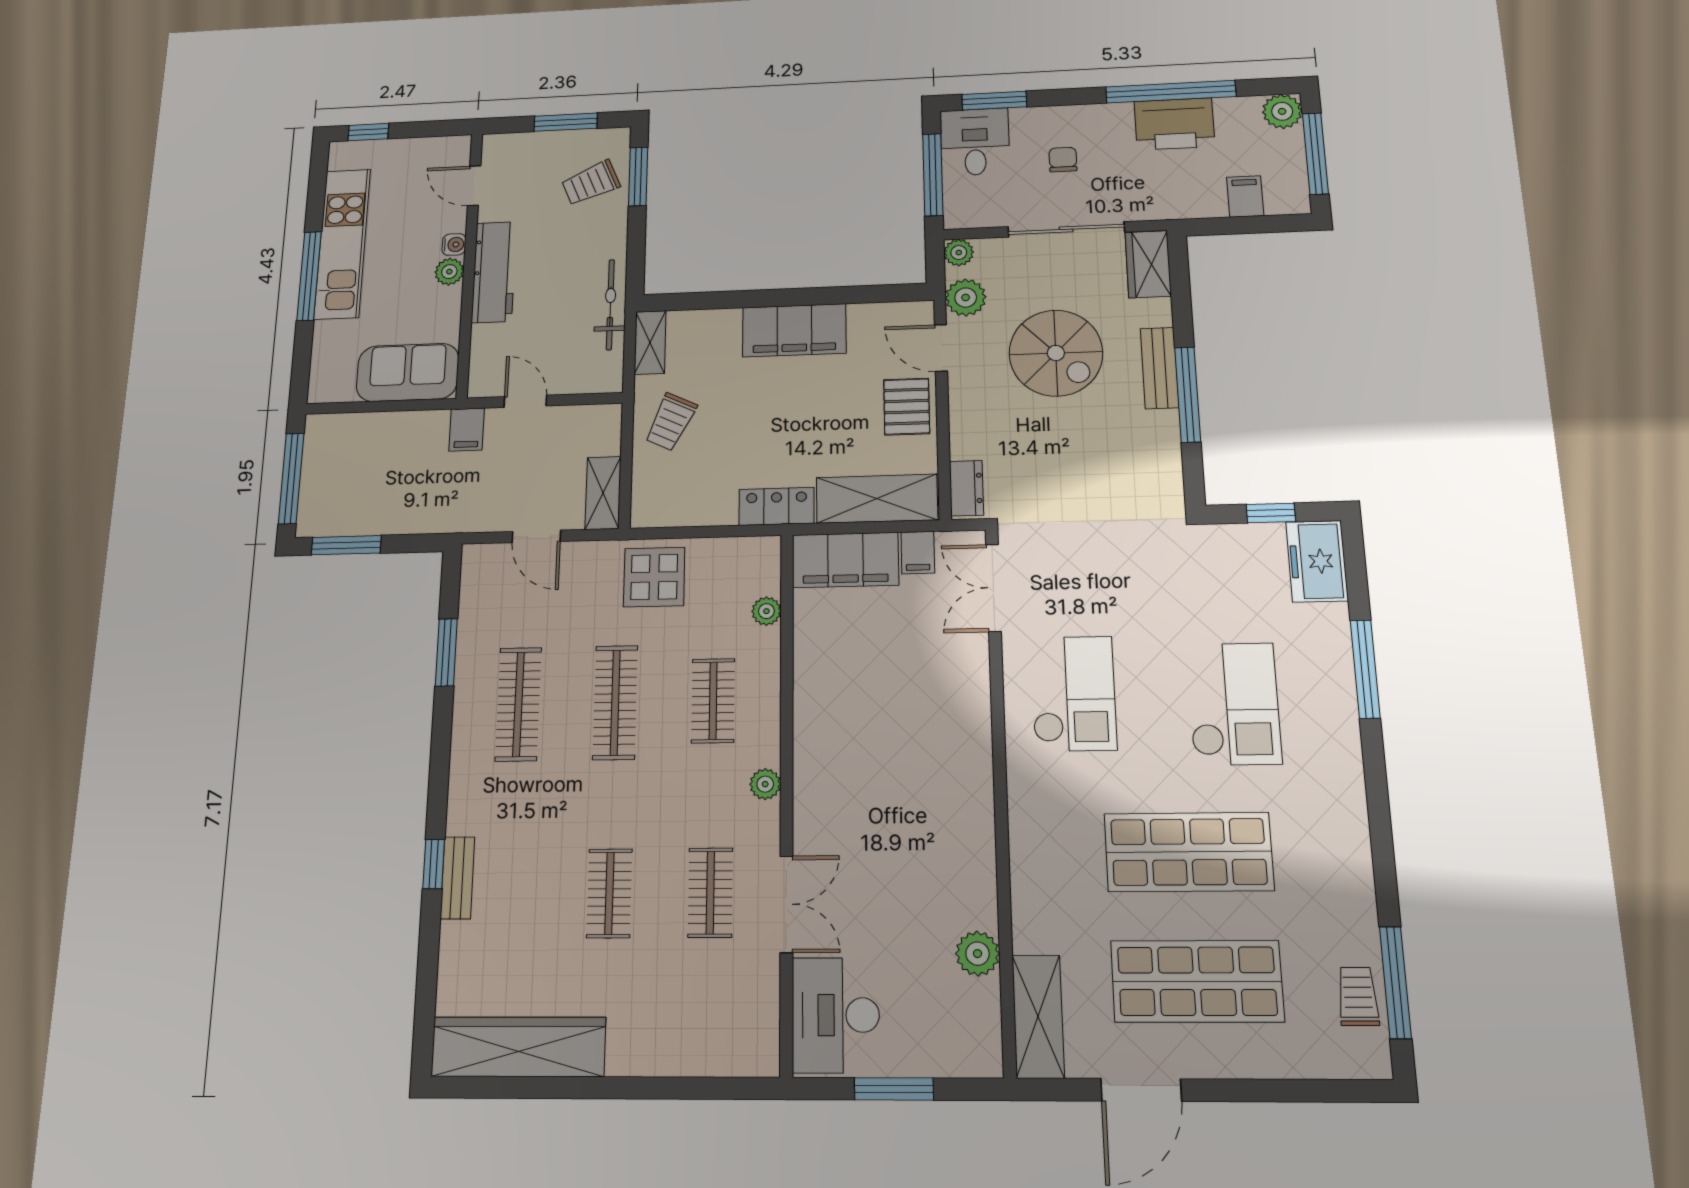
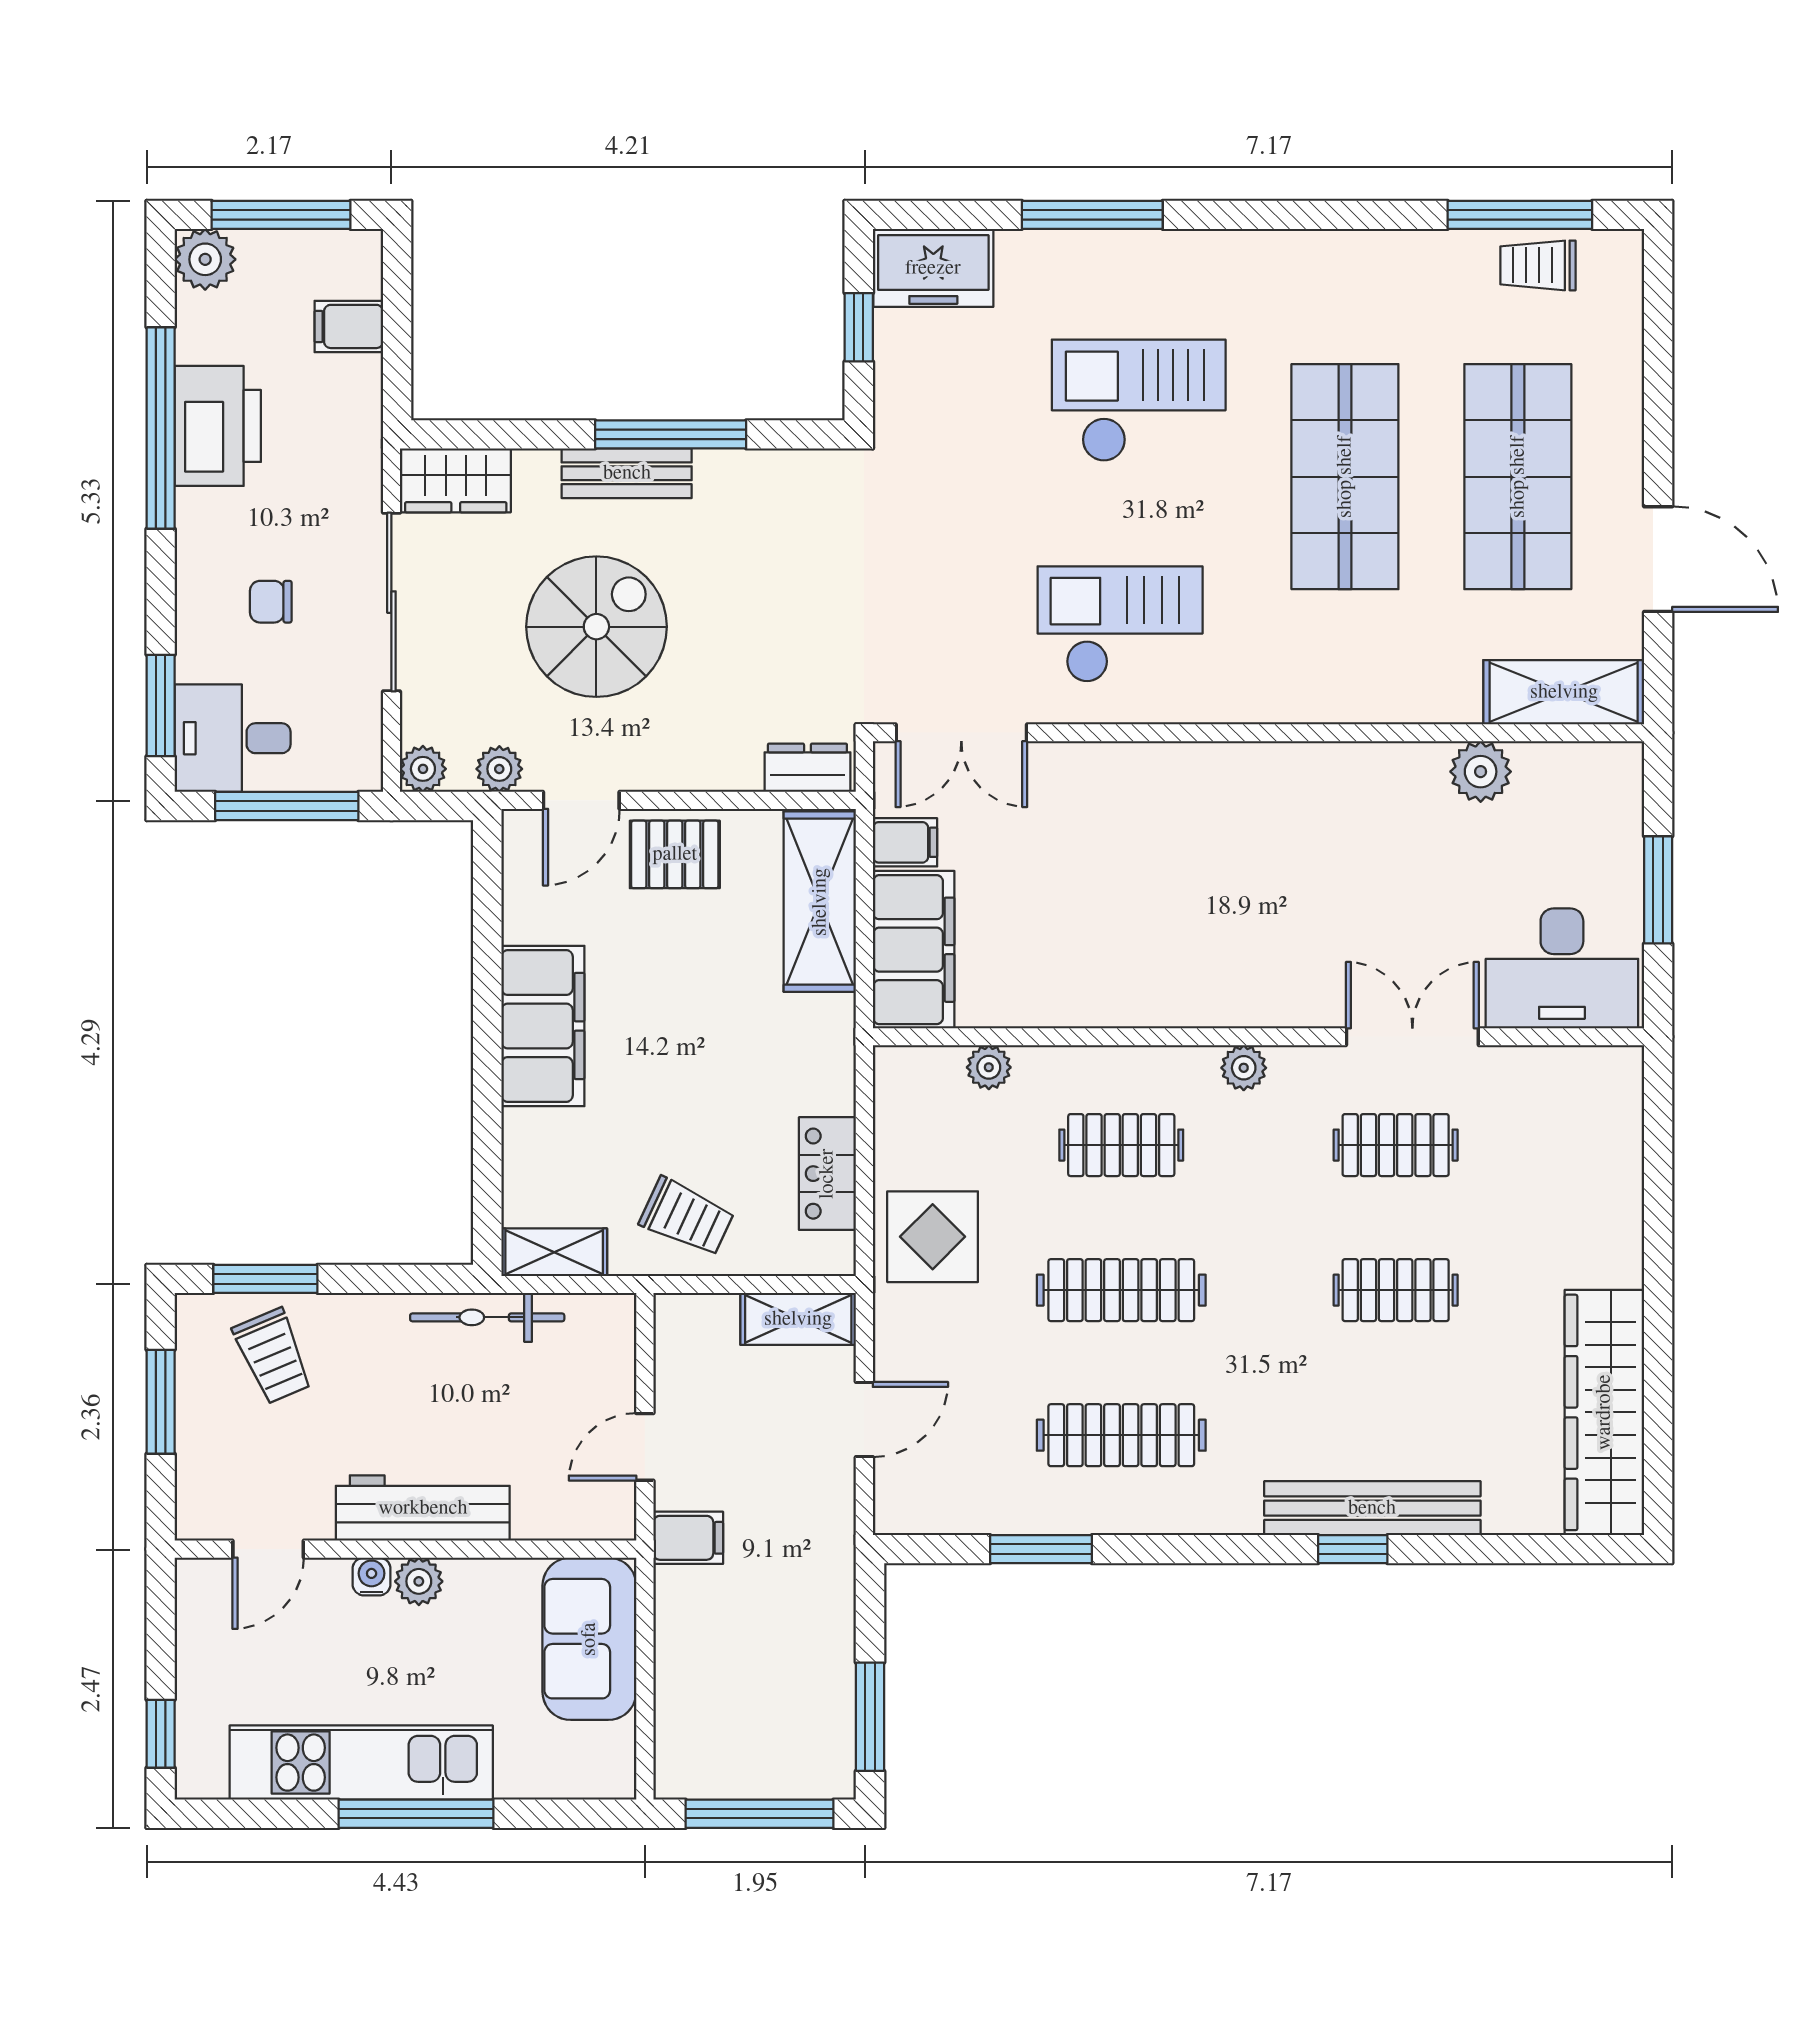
plant: (966, 298) -> (499, 769), width x0.73, depth x0.73
locker: (776, 506) -> (827, 1174), moved
bench: (457, 878) -> (1372, 1508), width x1.86, depth x1.21

